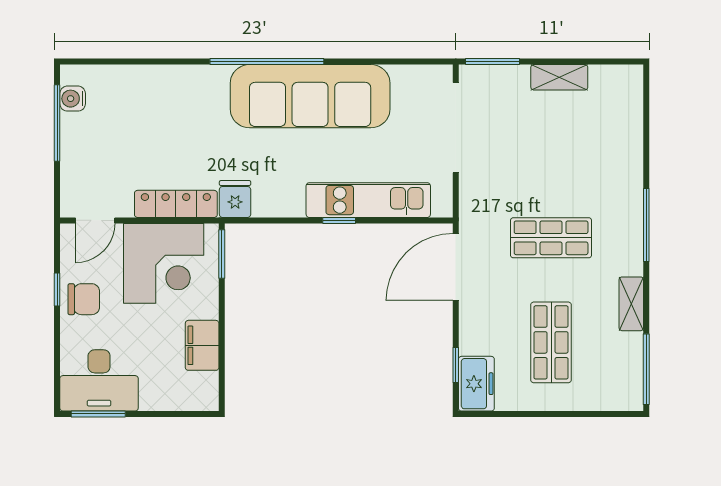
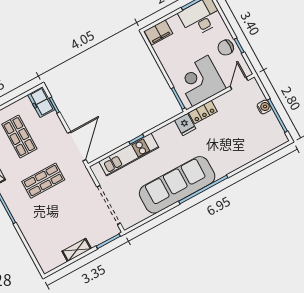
water cooler: (73, 99) -> (264, 107), moved
locker: (176, 204) -> (203, 112), width x0.66
filing cabinet: (202, 345) -> (158, 32), moved, turned 90

